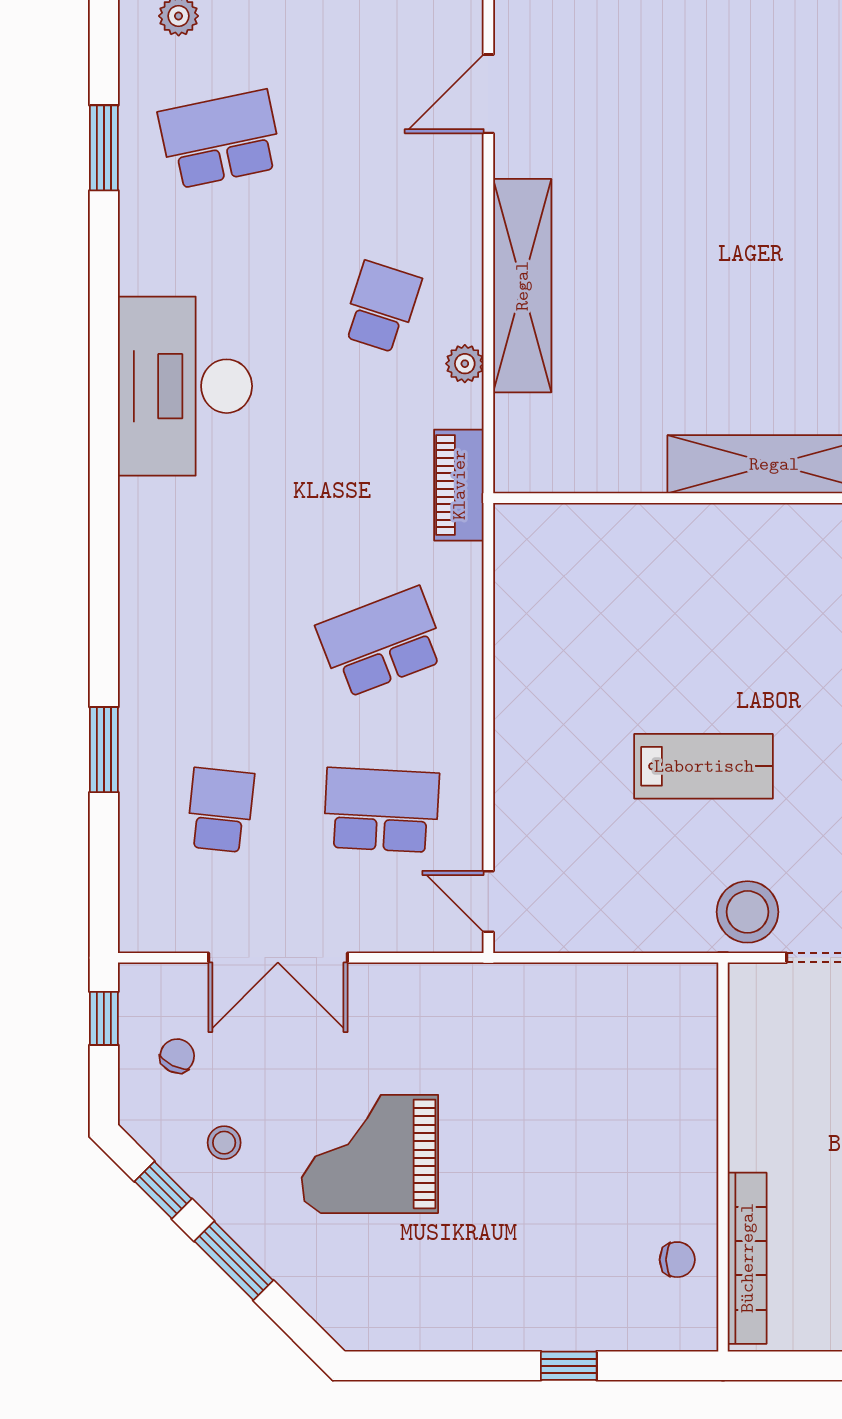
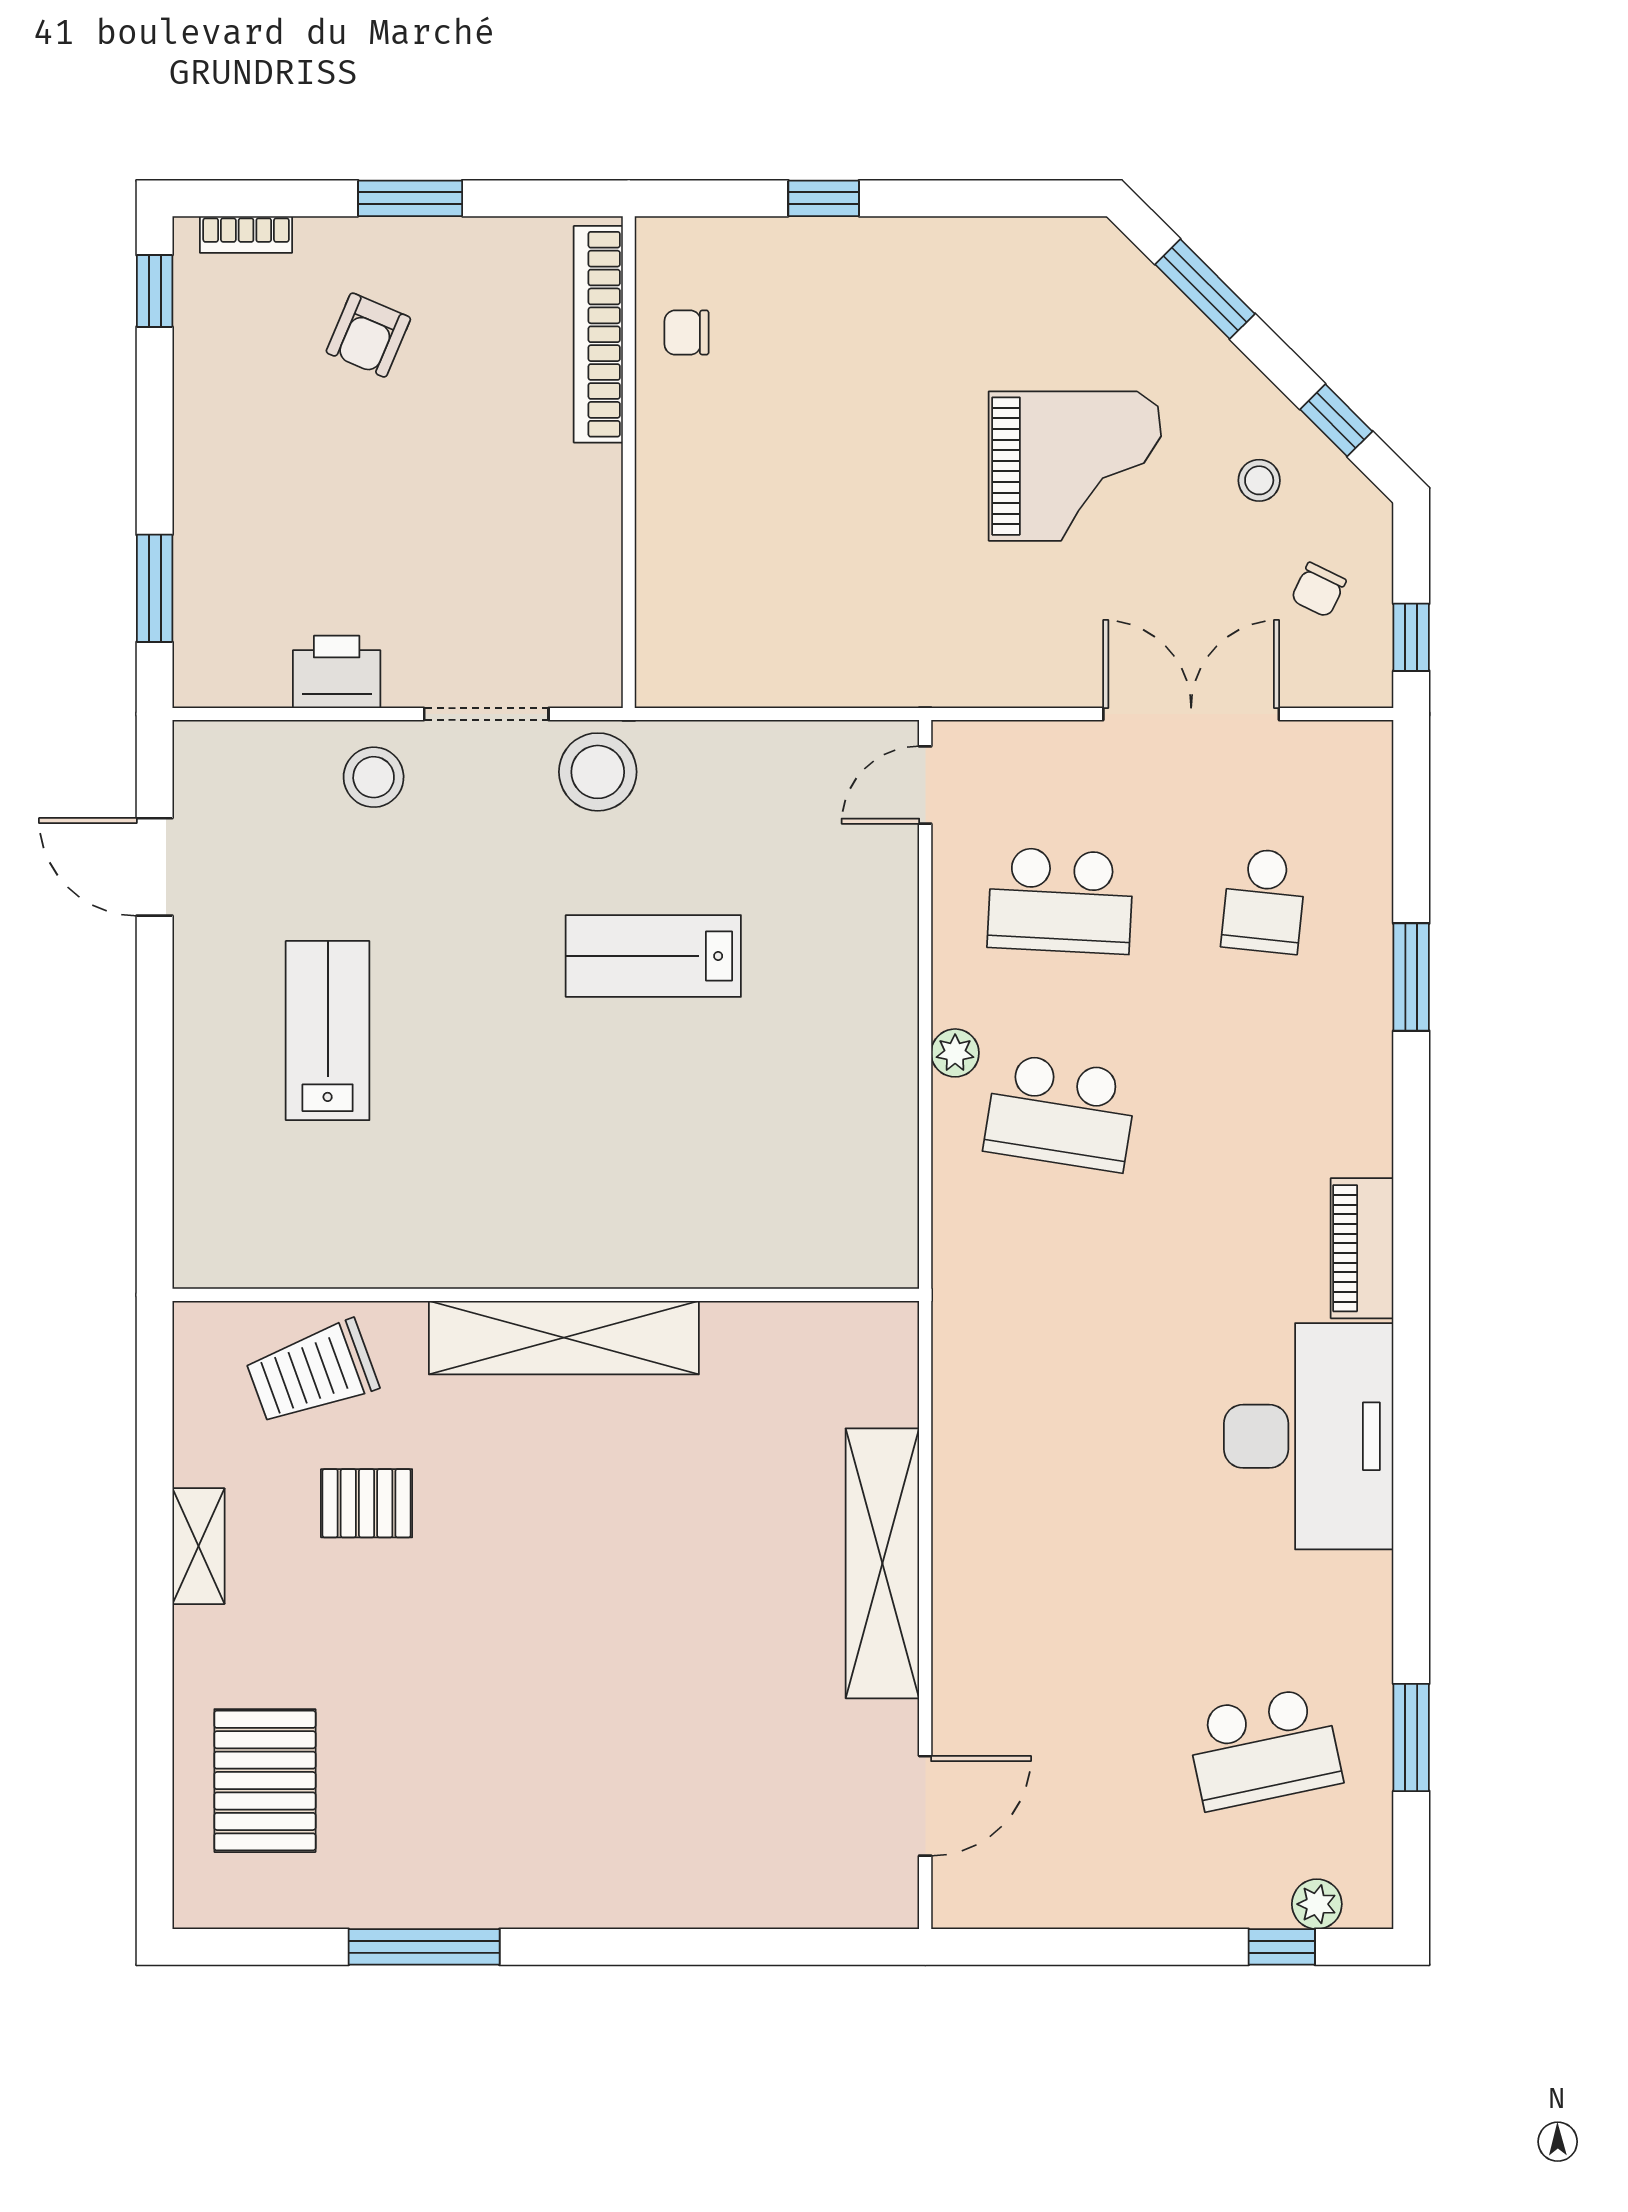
school desk: (381, 307) -> (1061, 1536), removed
plant: (465, 364) -> (955, 1053), moved
piano: (459, 485) -> (1362, 1248), moved, turned 180
school desk: (381, 642) -> (1061, 1113), turned 30
door: (488, 902) -> (925, 785), swing flipped
window: (234, 1261) -> (1205, 289), moved

